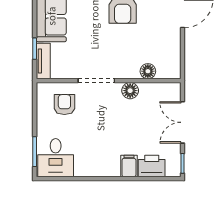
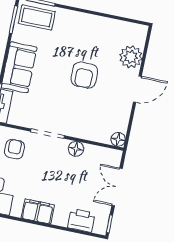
floor lamp: (148, 71) -> (118, 139), moved
filing cabinet: (129, 166) -> (38, 211), moved, width x2.00

